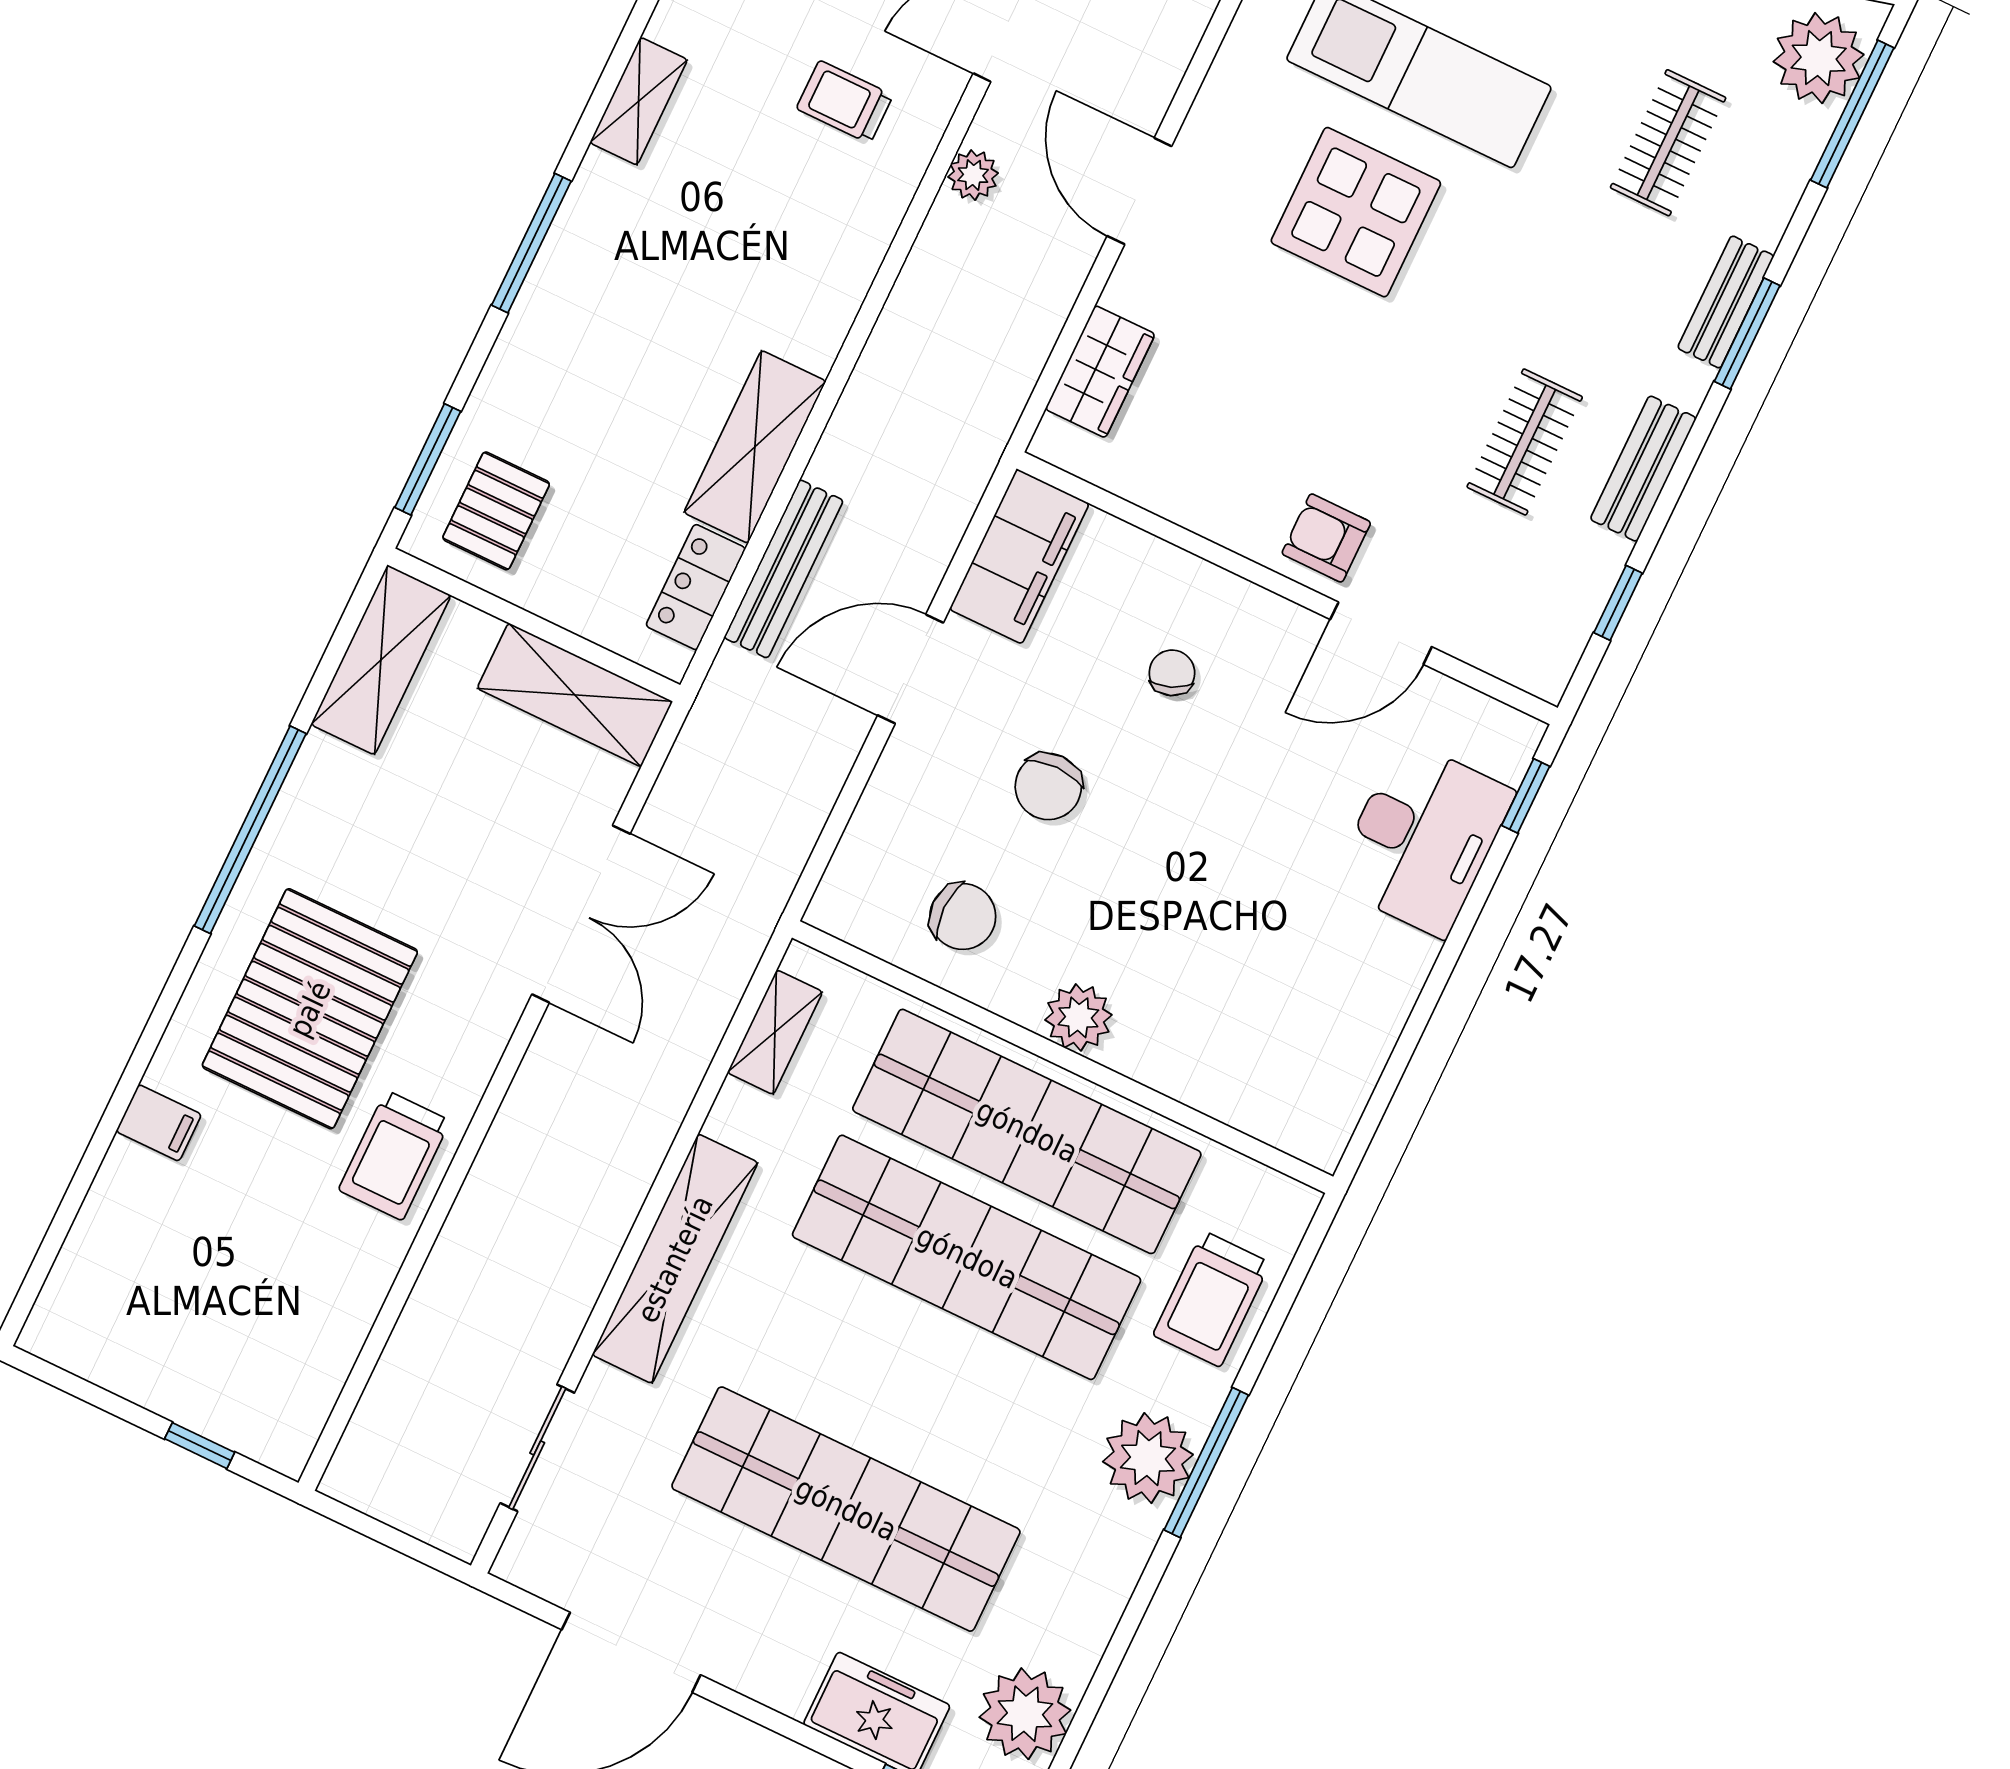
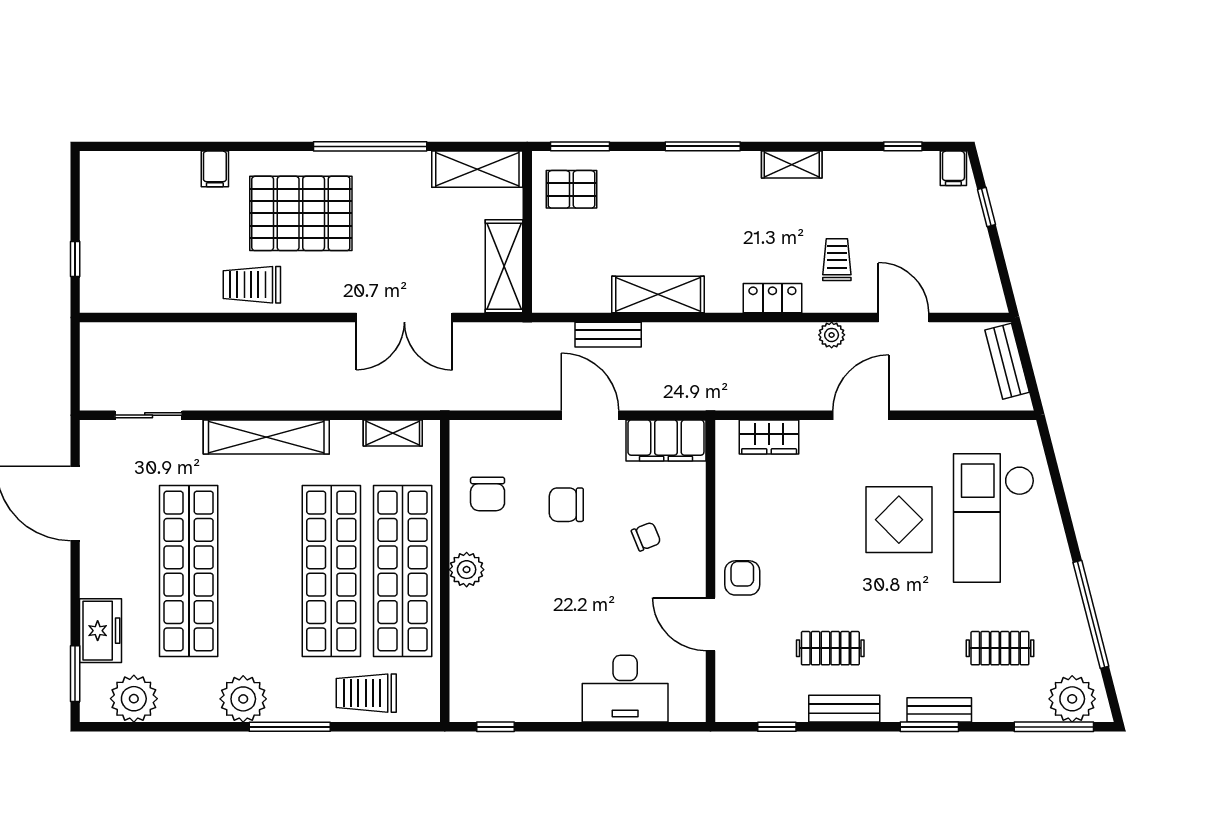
bench: (784, 569) -> (608, 335), width x0.73
locker: (696, 587) -> (772, 298), moved
window: (1526, 796) -> (496, 727), moved
plant: (1148, 1458) -> (243, 699), moved

